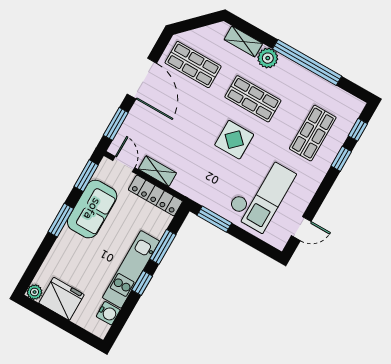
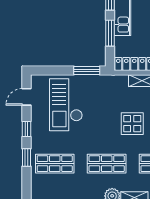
window: (358, 130) -> (26, 129), moved
shop shelf: (313, 133) -> (55, 164), turned 90
display table: (234, 140) -> (132, 124), moved

